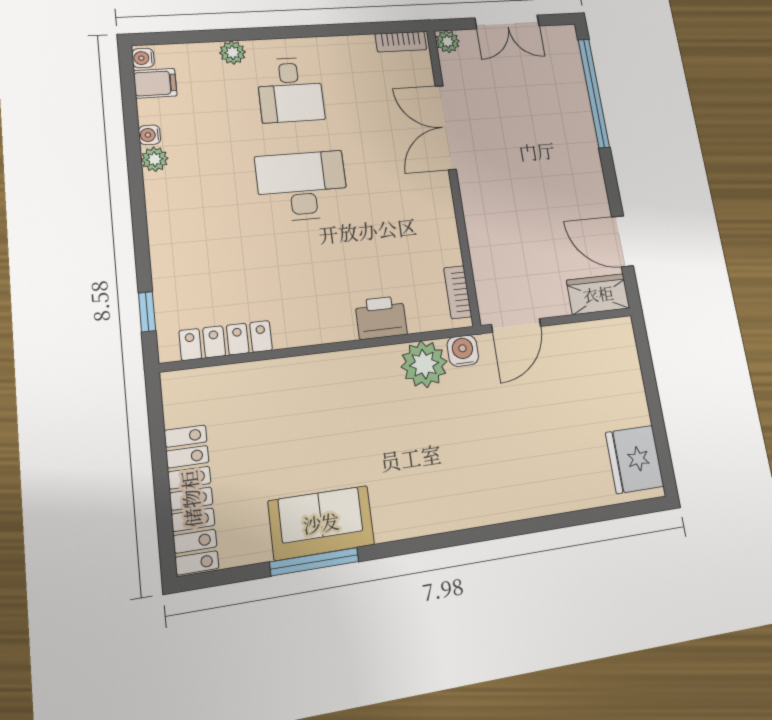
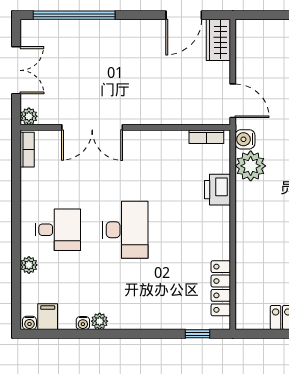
desk: (302, 186) -> (125, 230), turned 180

